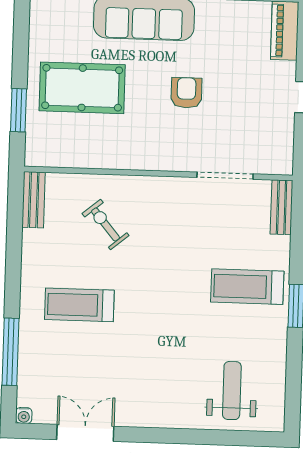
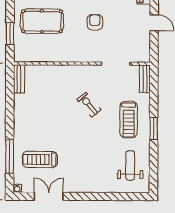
exercise bike: (106, 225) -> (89, 105), moved
treadmill: (247, 287) -> (129, 120), turned -90
treadmill: (79, 305) -> (40, 159), moved
weight bench: (232, 391) -> (130, 165), moved

